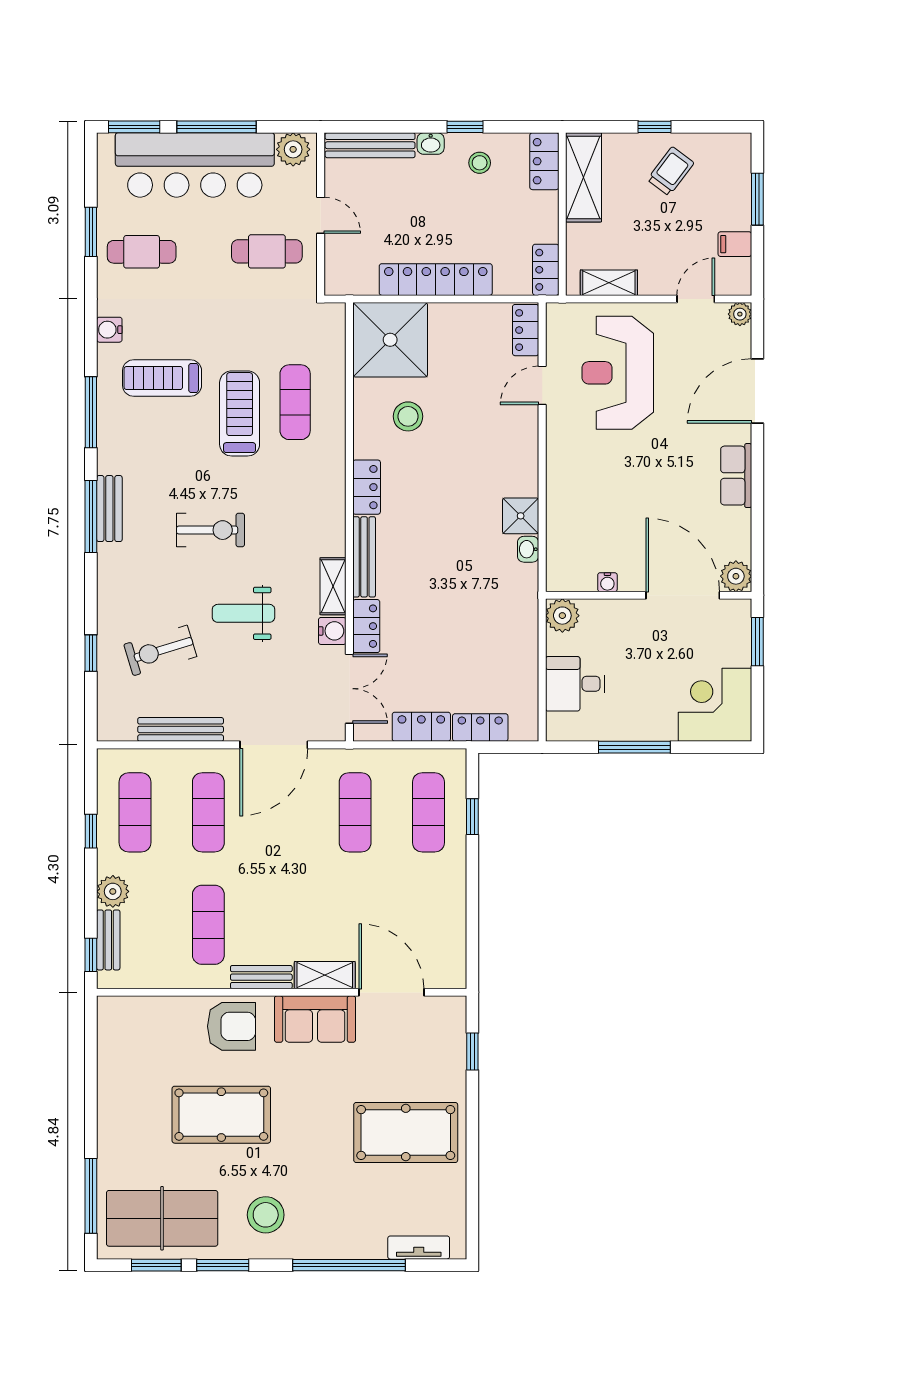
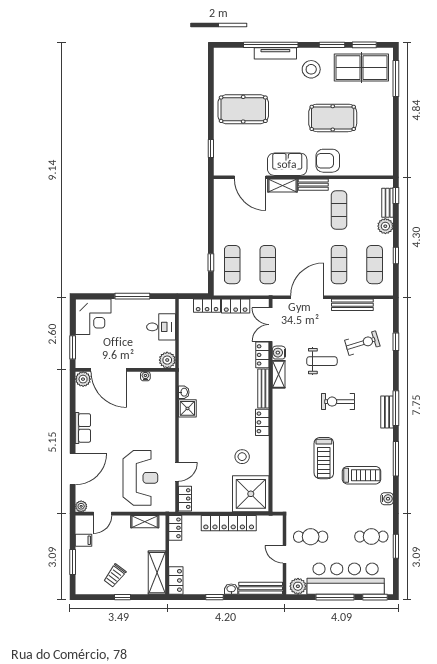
stool: (480, 163) -> (207, 580), removed
exercise mat: (295, 402) -> (297, 464), removed
tv unit: (419, 1248) -> (275, 53), moved, width x1.41

